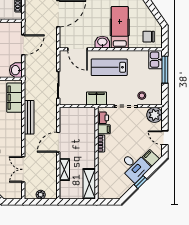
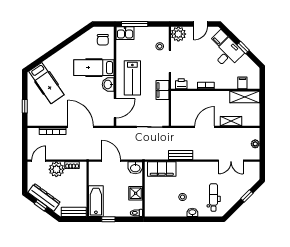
bench: (29, 117) -> (181, 155), width x0.73
filing cabinet: (104, 129) -> (242, 83), moved
door: (58, 142) -> (205, 127), swing flipped

